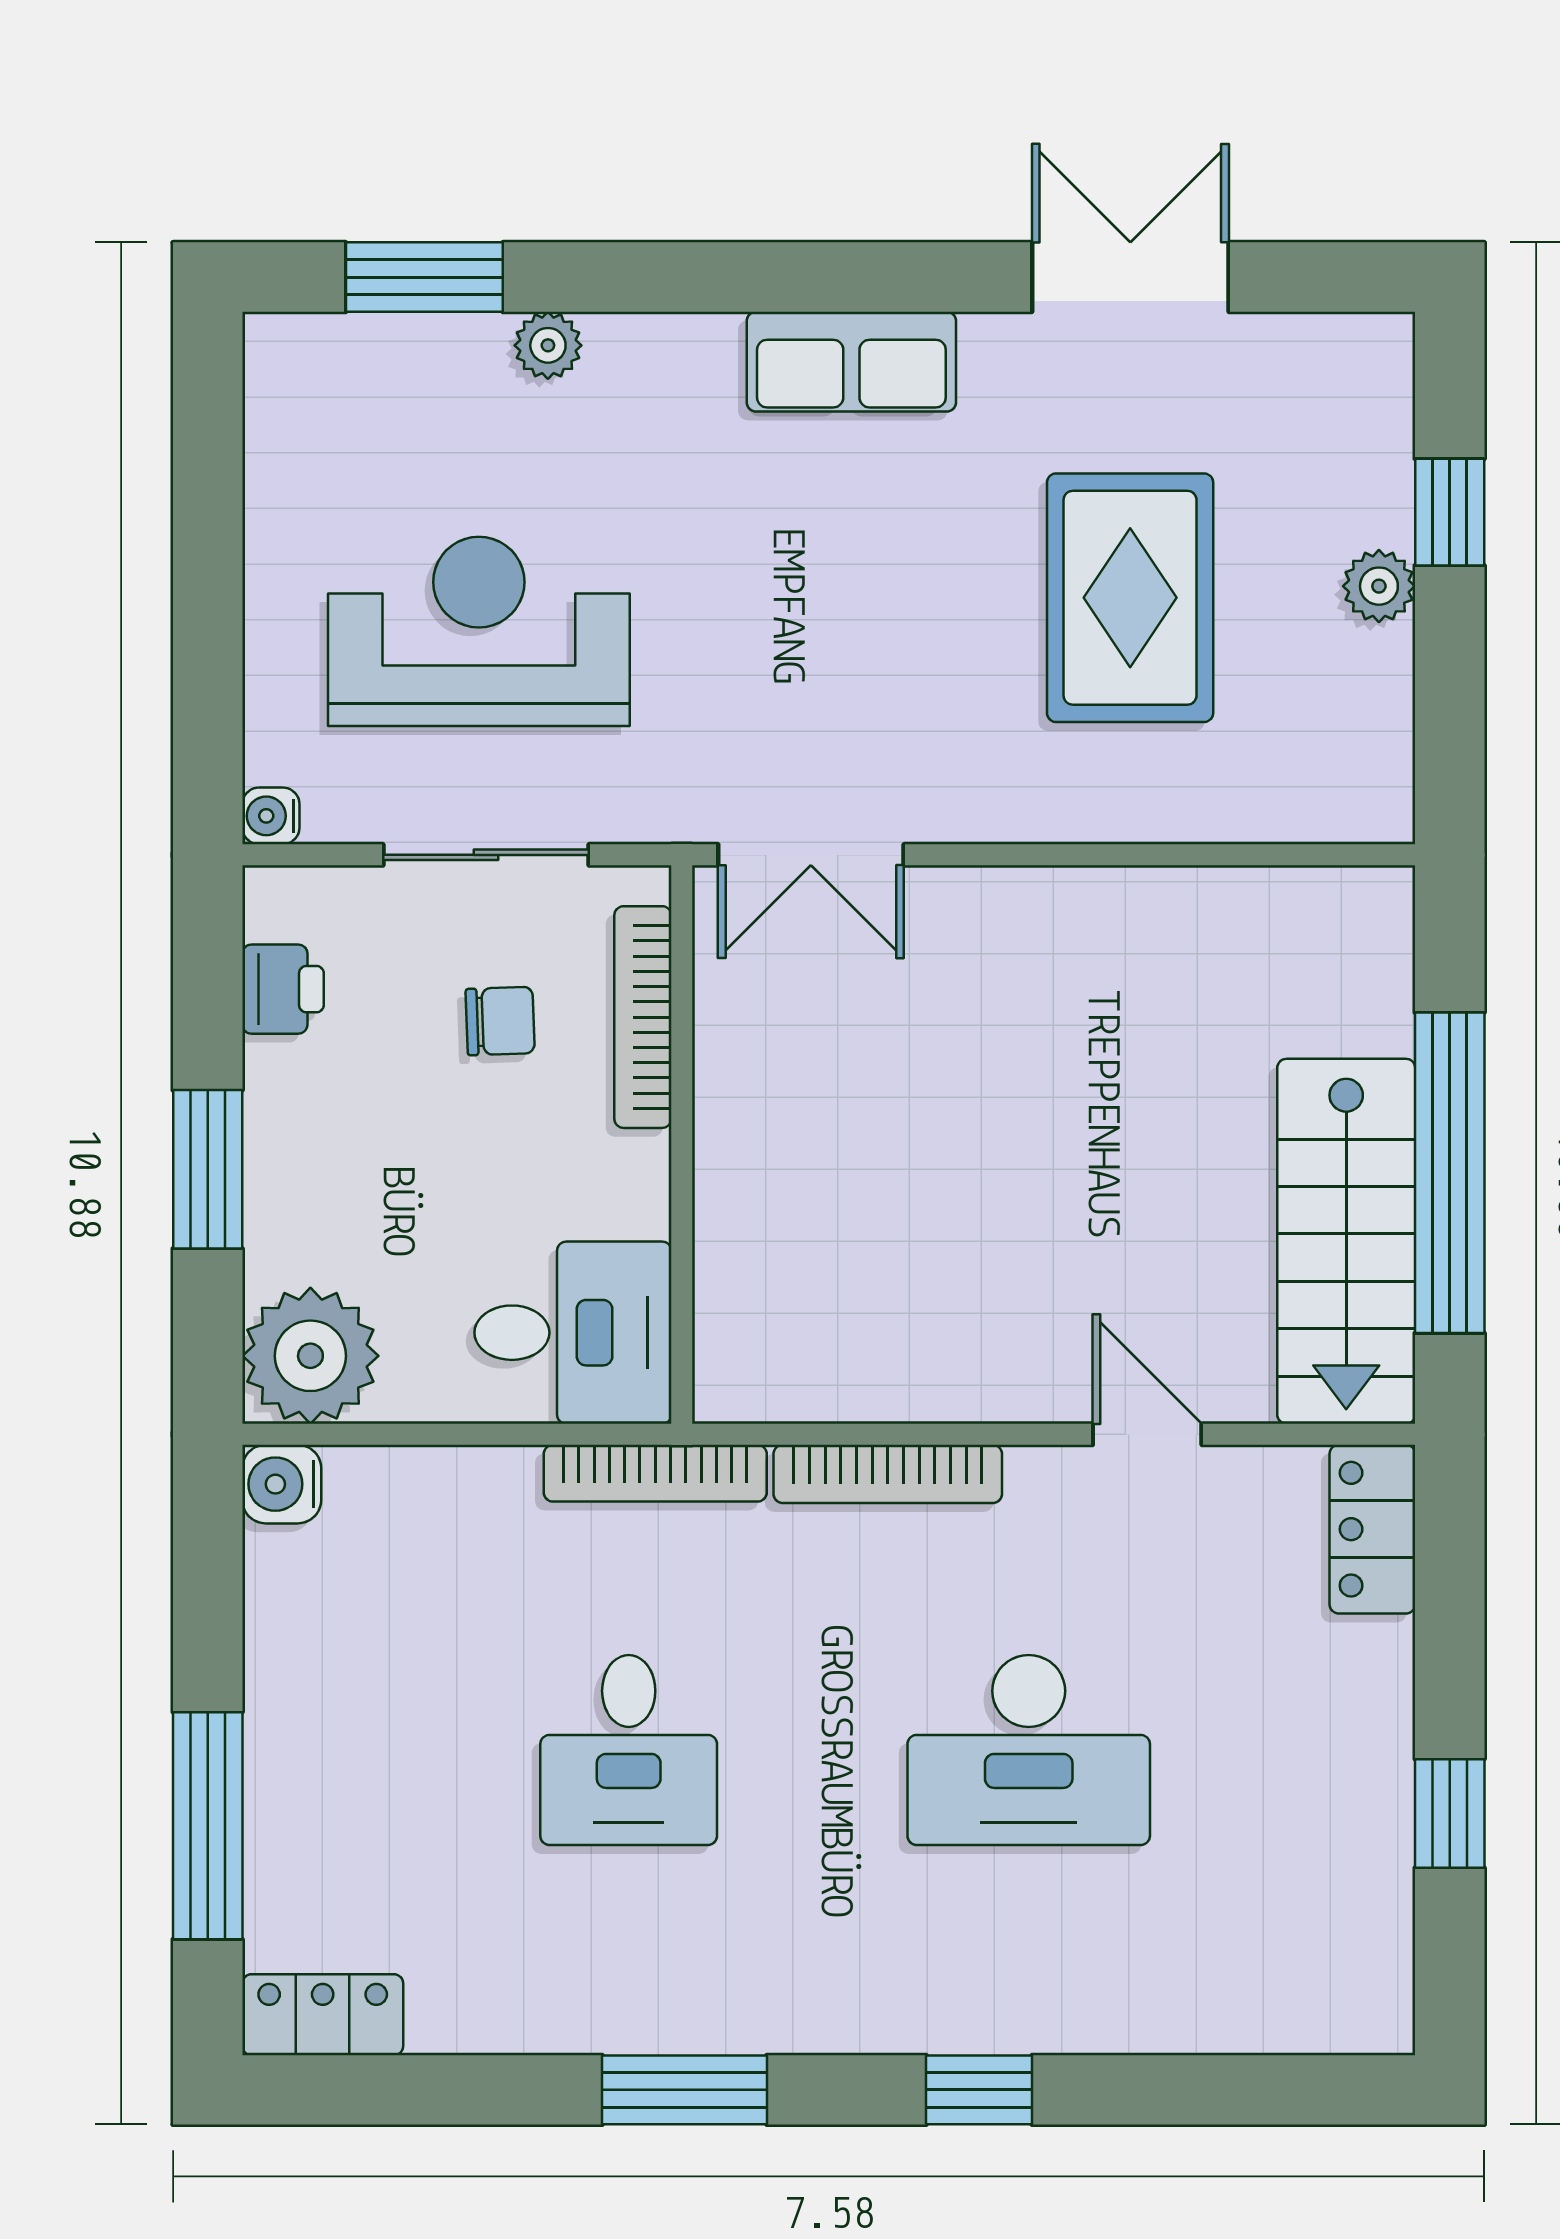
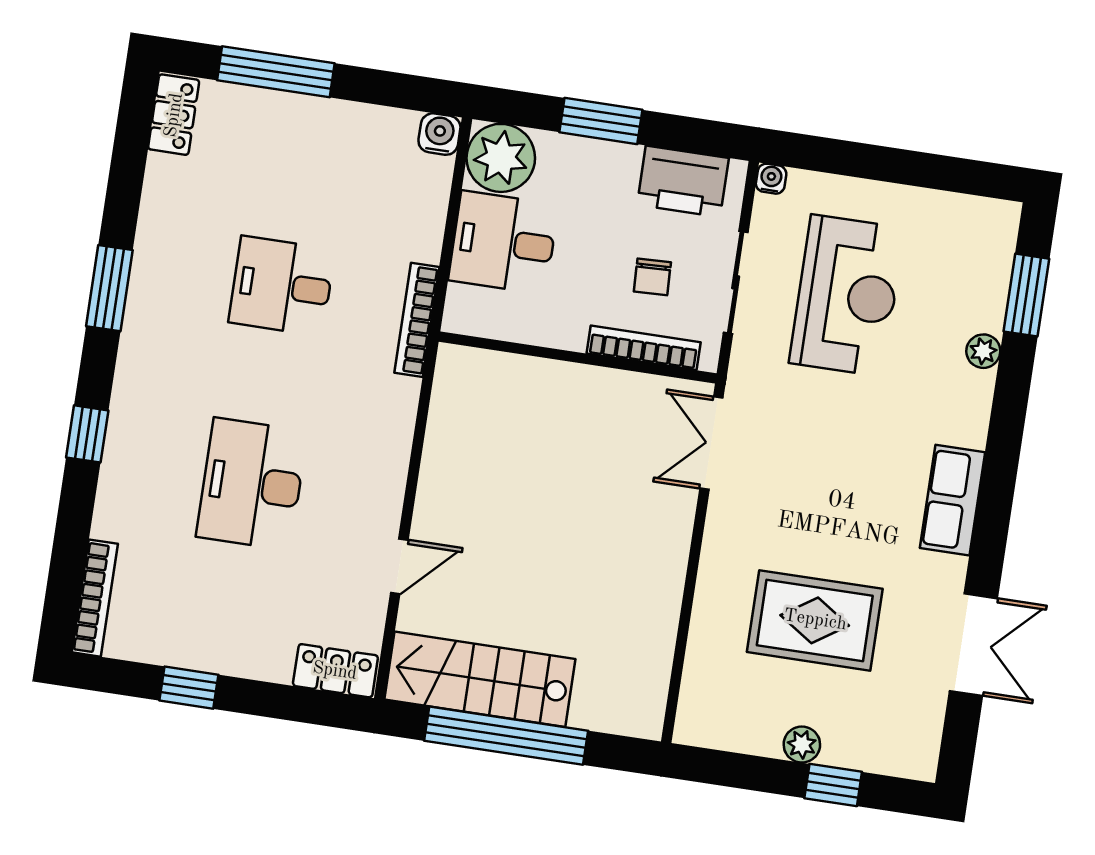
printer: (283, 989) -> (683, 181), width x1.87, depth x1.48
desk: (573, 1333) -> (503, 242), moved, turned 90
bookcase: (888, 1474) -> (95, 598), moved, turned 180

